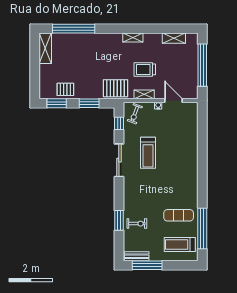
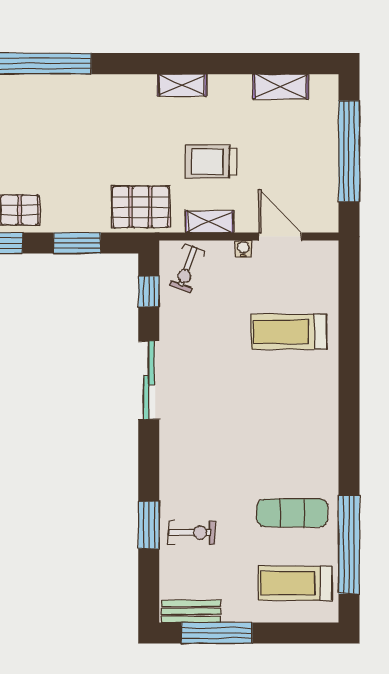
treadmill: (148, 153) -> (289, 332), moved, turned 90

